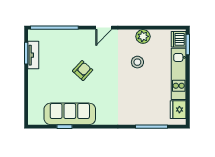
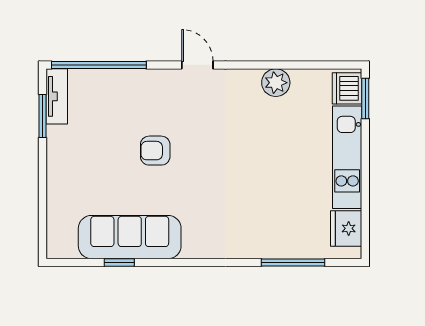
door: (104, 28) -> (197, 65), swing flipped
tv unit: (33, 55) -> (57, 96), moved
stool: (137, 62) -> (265, 134), removed
armchair: (83, 71) -> (155, 151), turned -132

